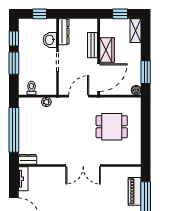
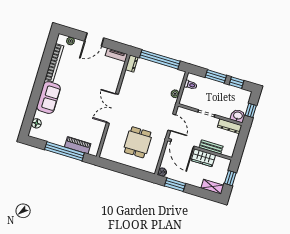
washbasin: (50, 40) -> (238, 116), moved

